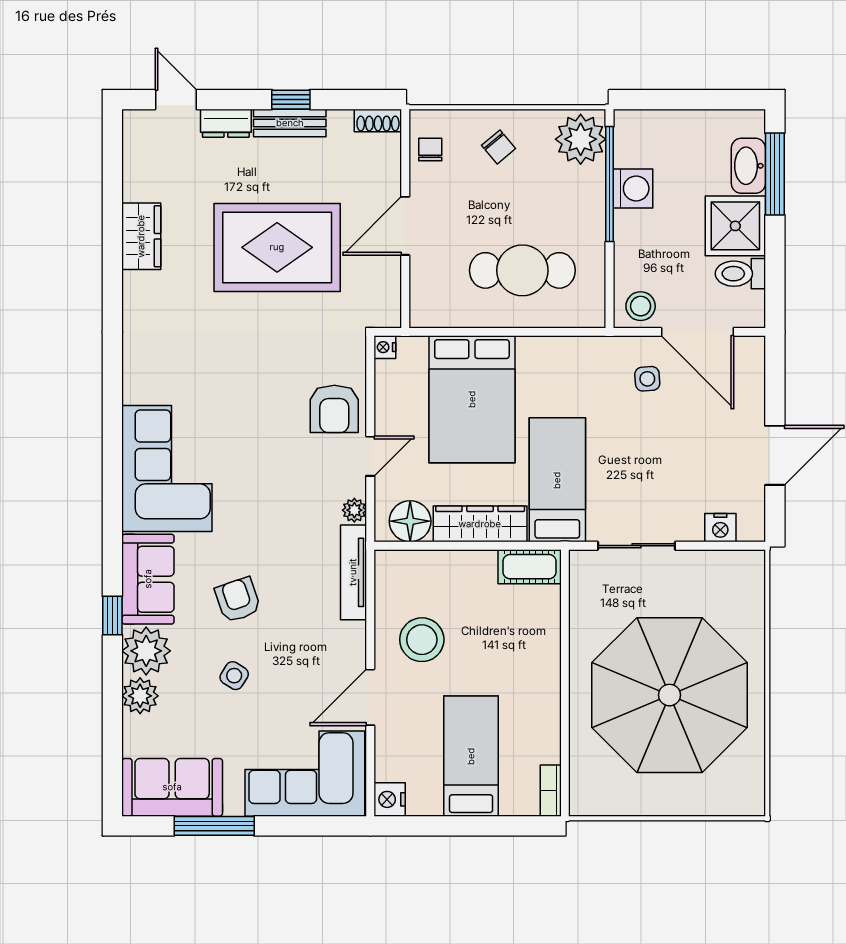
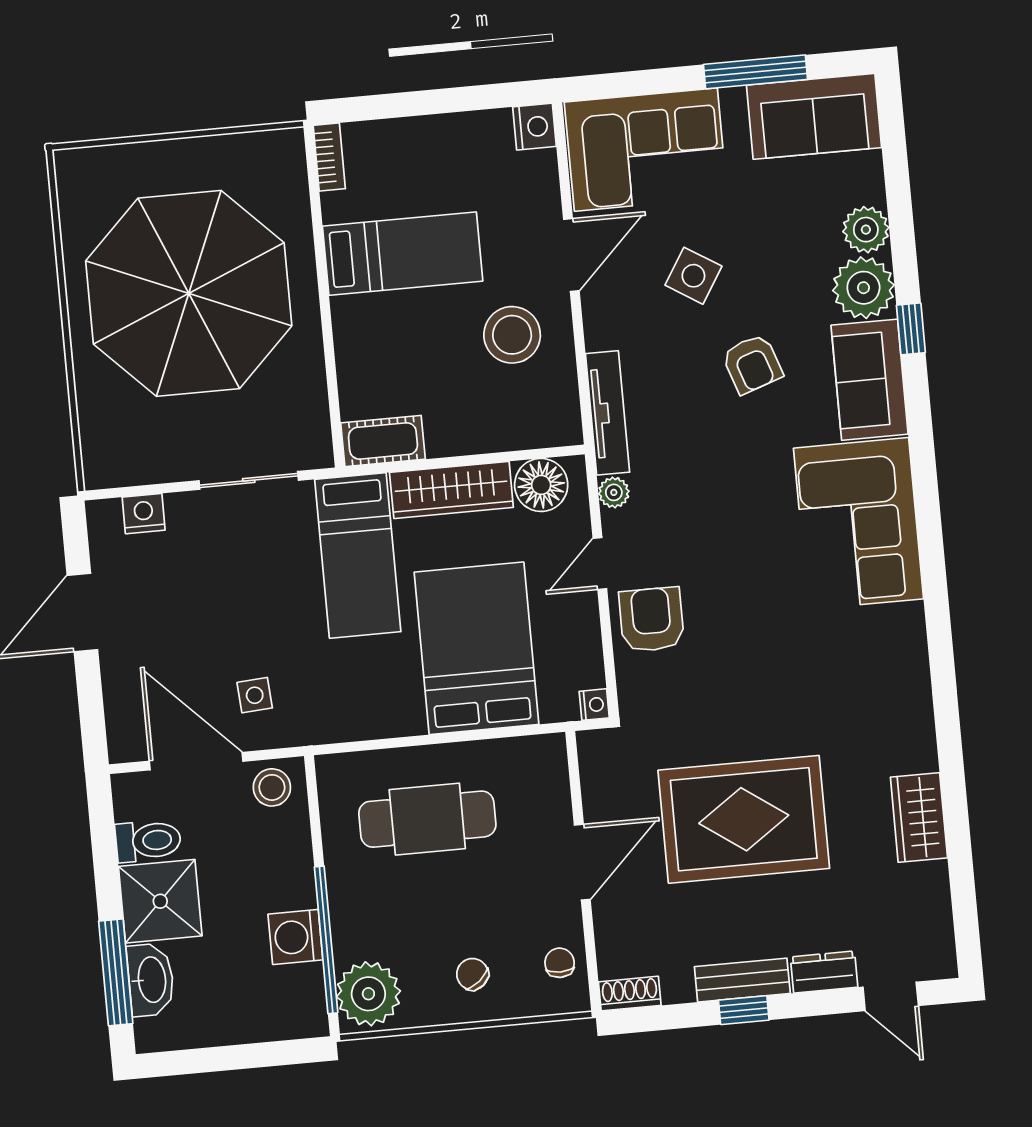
chair: (430, 150) -> (560, 963), turned 180
side table: (234, 676) -> (693, 276), moved, width x1.37, depth x1.37
bed: (471, 756) -> (403, 254), moved, turned -90

